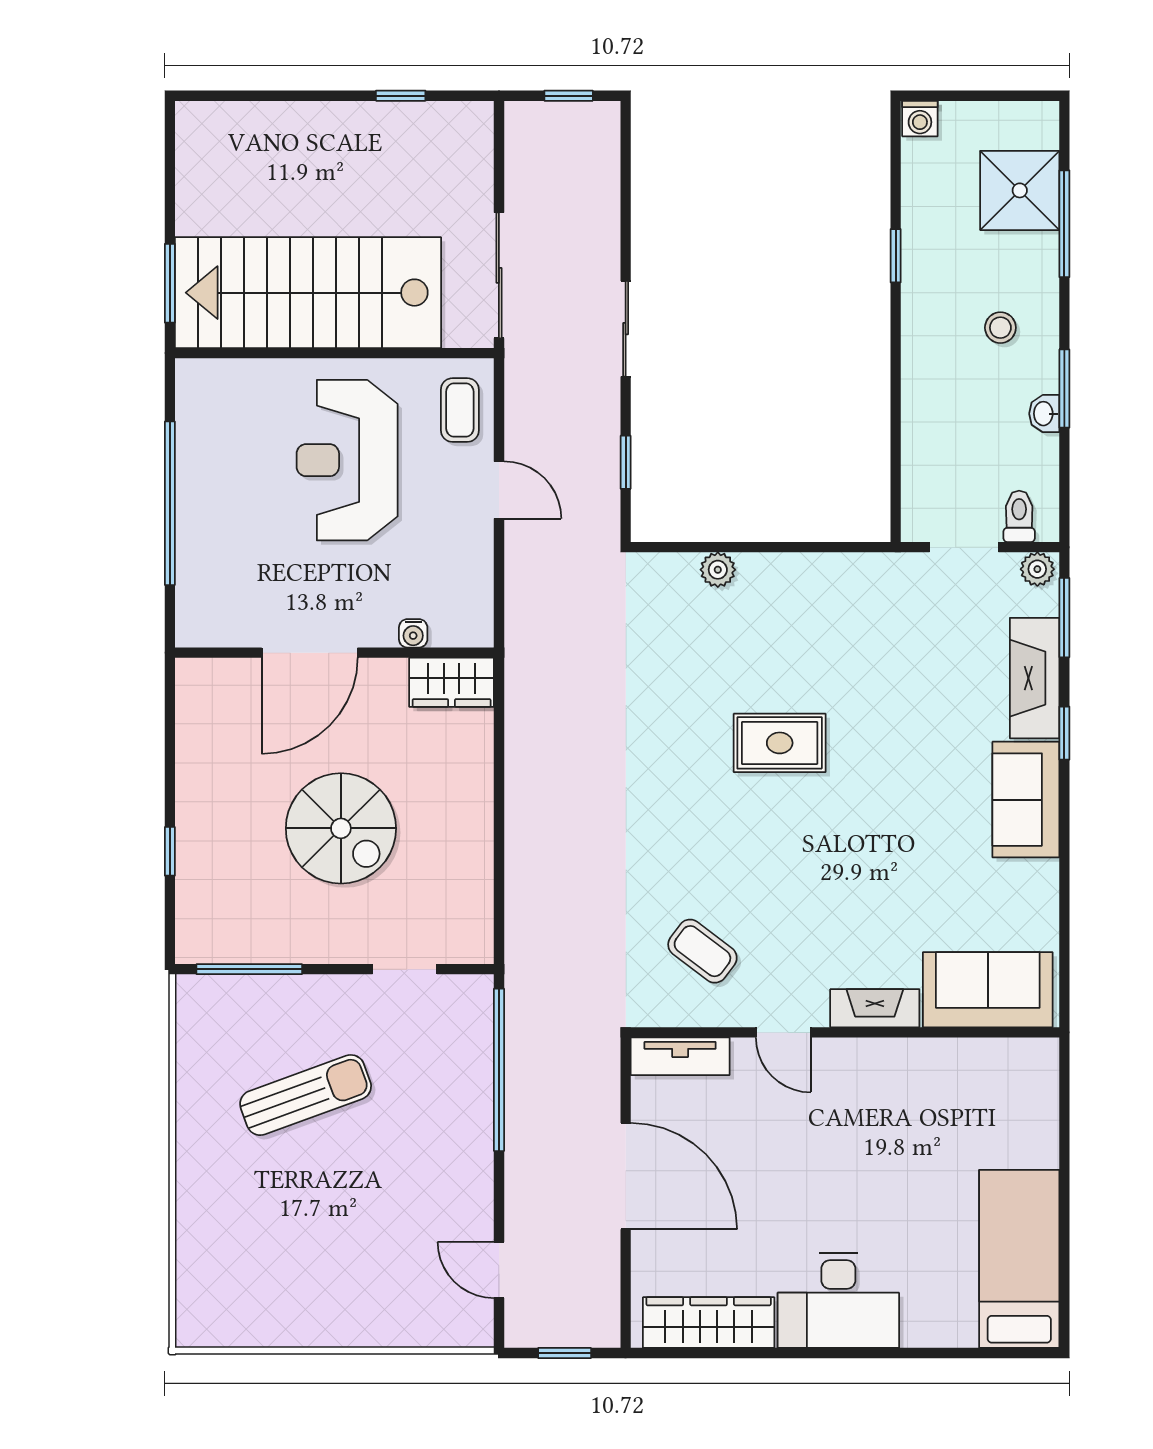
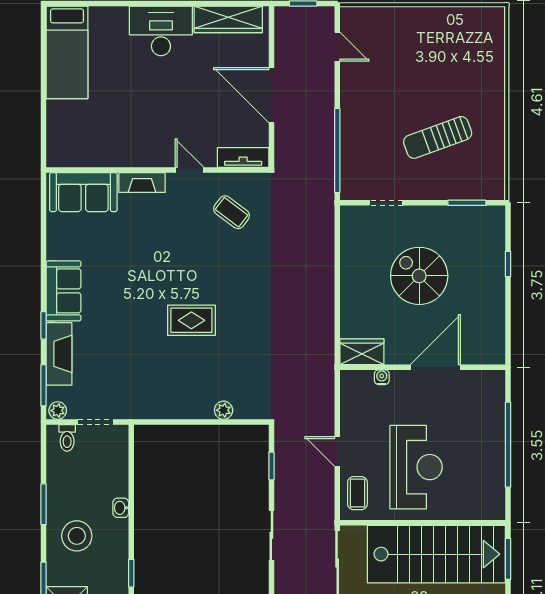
stool: (1000, 328) -> (77, 536), width x1.89, depth x1.89
washbasin: (1044, 414) -> (121, 508), moved, turned 180
window: (249, 969) -> (467, 203), width x0.69

